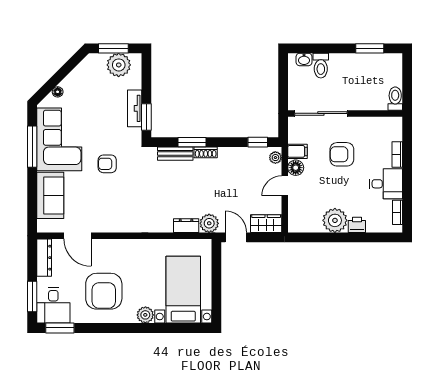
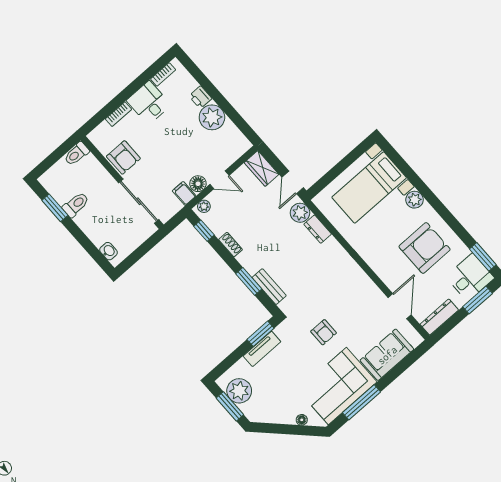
toilet: (321, 66) -> (76, 205), moved
shoe rack: (206, 152) -> (231, 245), moved
armchair: (342, 154) -> (123, 157), moved

